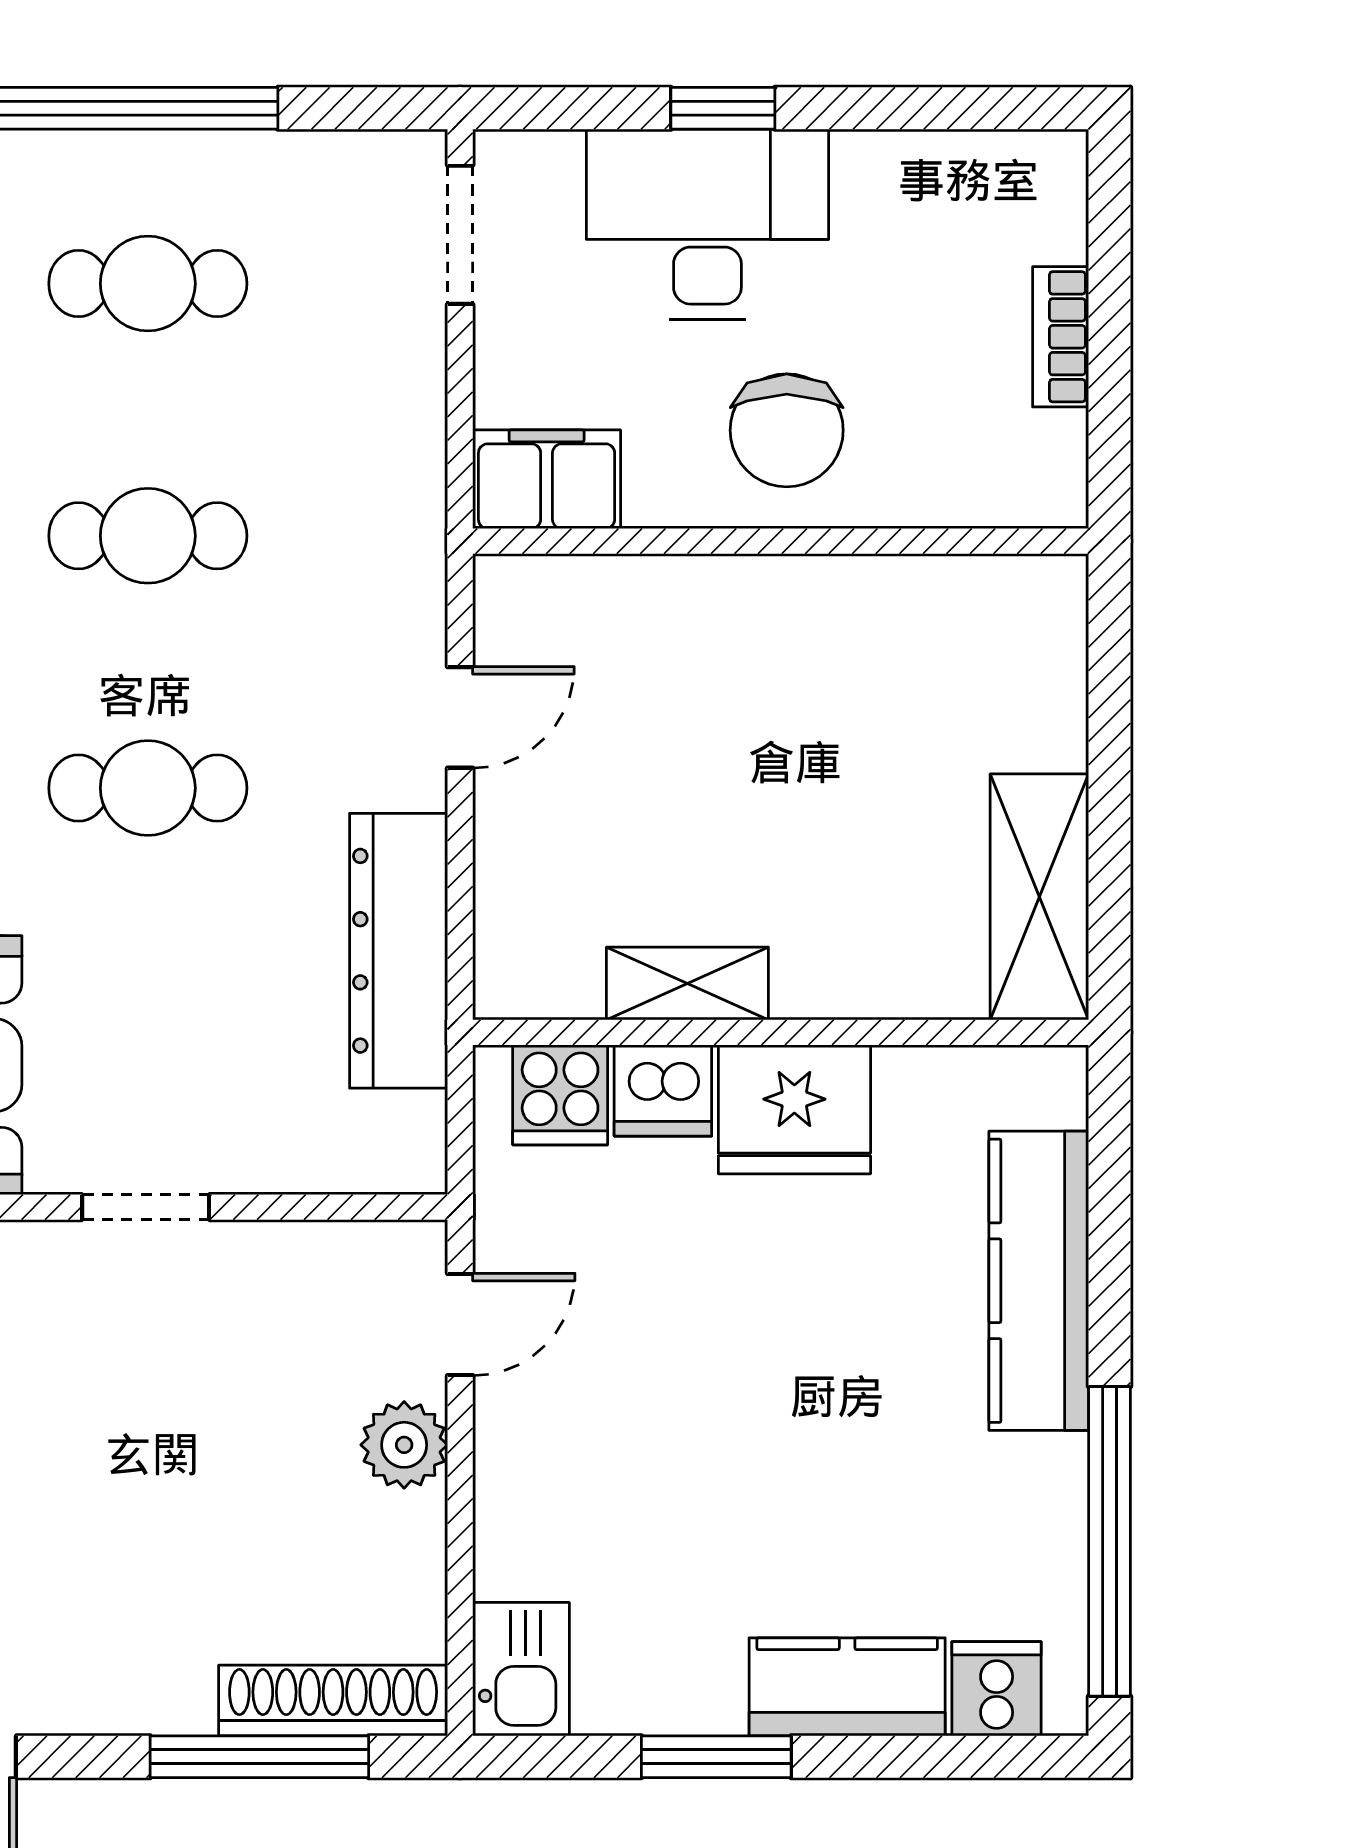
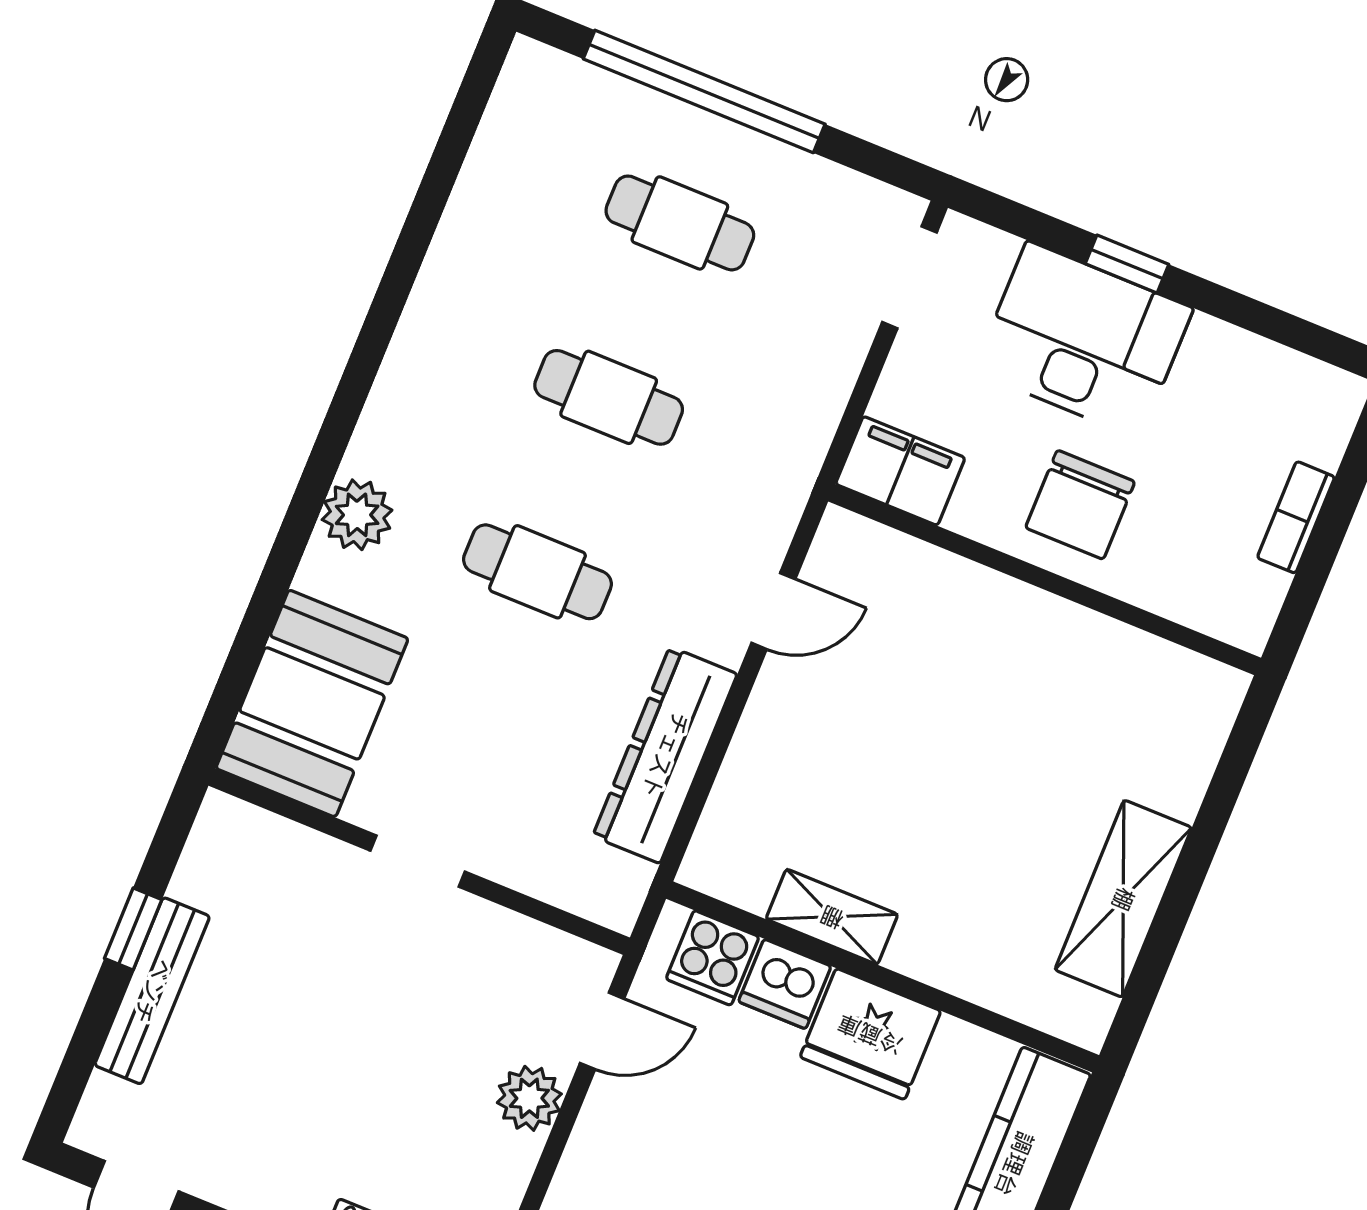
shelving: (687, 983) -> (832, 917), moved
wall: (781, 1032) -> (883, 977), moved
dishwasher: (663, 1090) -> (785, 984), moved
cooker: (560, 1095) -> (712, 958), moved
fridge: (794, 1109) -> (870, 1034), moved

